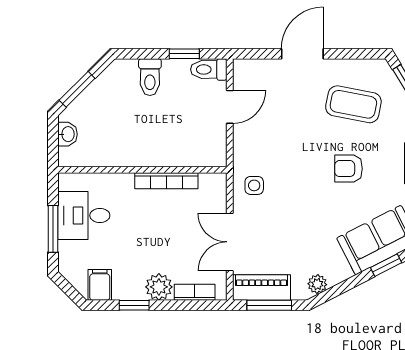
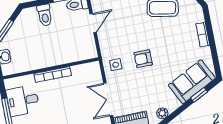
armchair: (348, 169) -> (143, 59), moved
bookcase: (166, 181) -> (53, 74), moved

